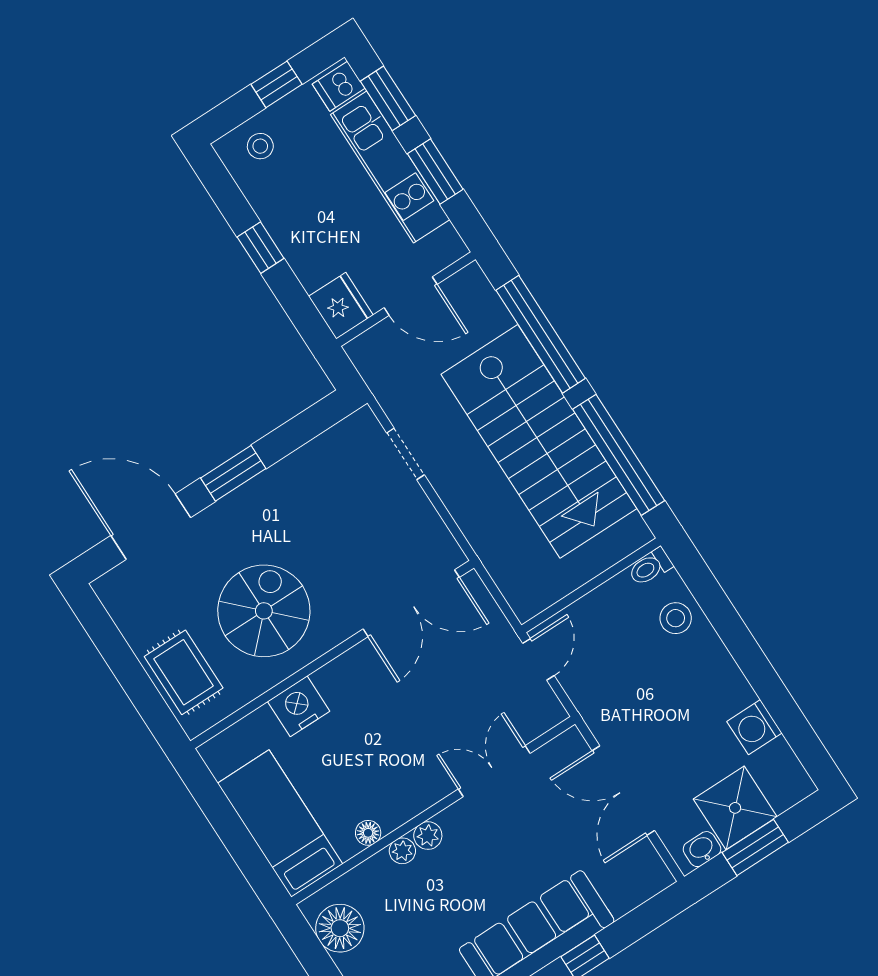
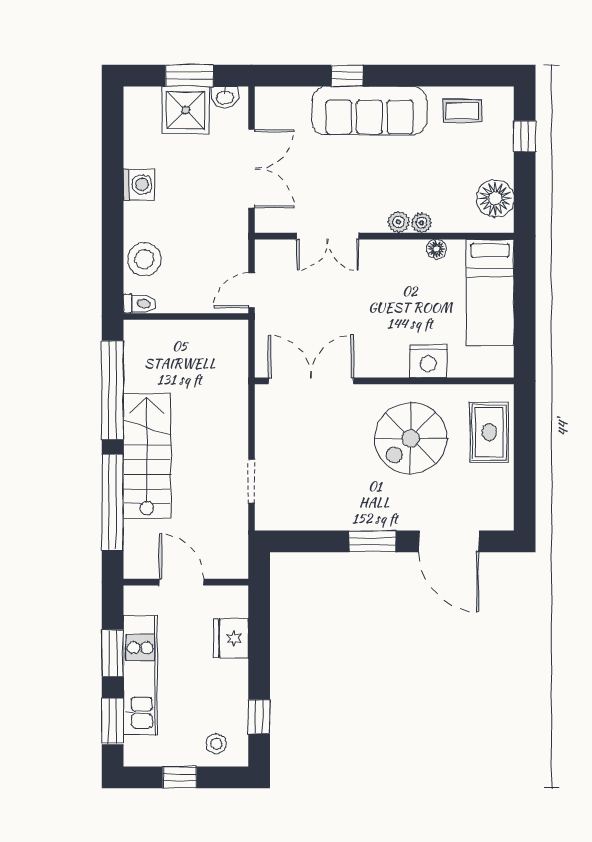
dishwasher: (339, 86) -> (140, 750), removed
window: (261, 248) -> (259, 717), moved
fridge: (341, 306) -> (231, 638), moved
stairs: (539, 441) -> (147, 456), width x0.73, depth x0.66
stool: (676, 618) -> (144, 259), width x1.38, depth x1.38
washing machine: (754, 727) -> (139, 184), moved

